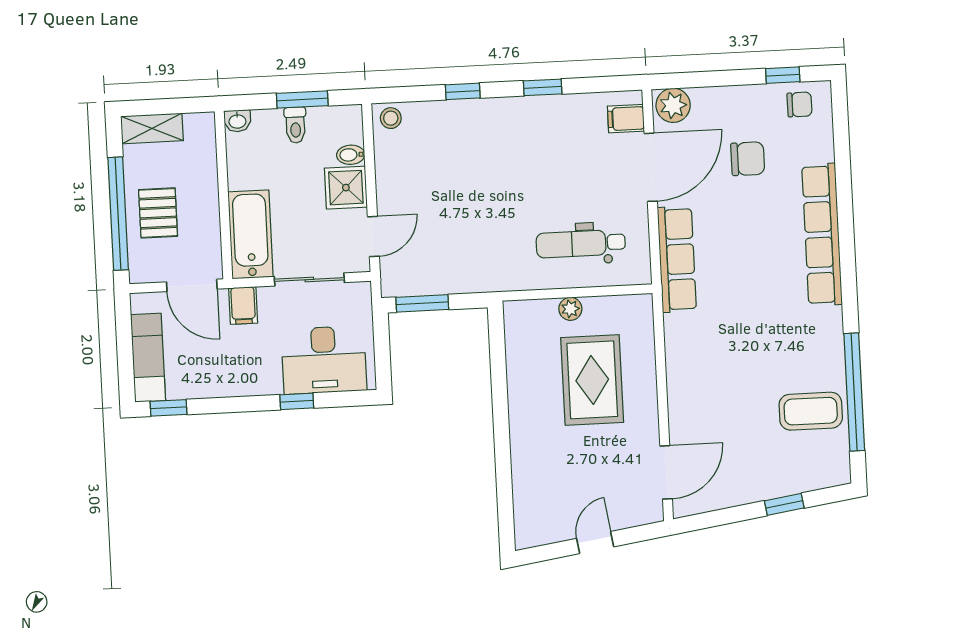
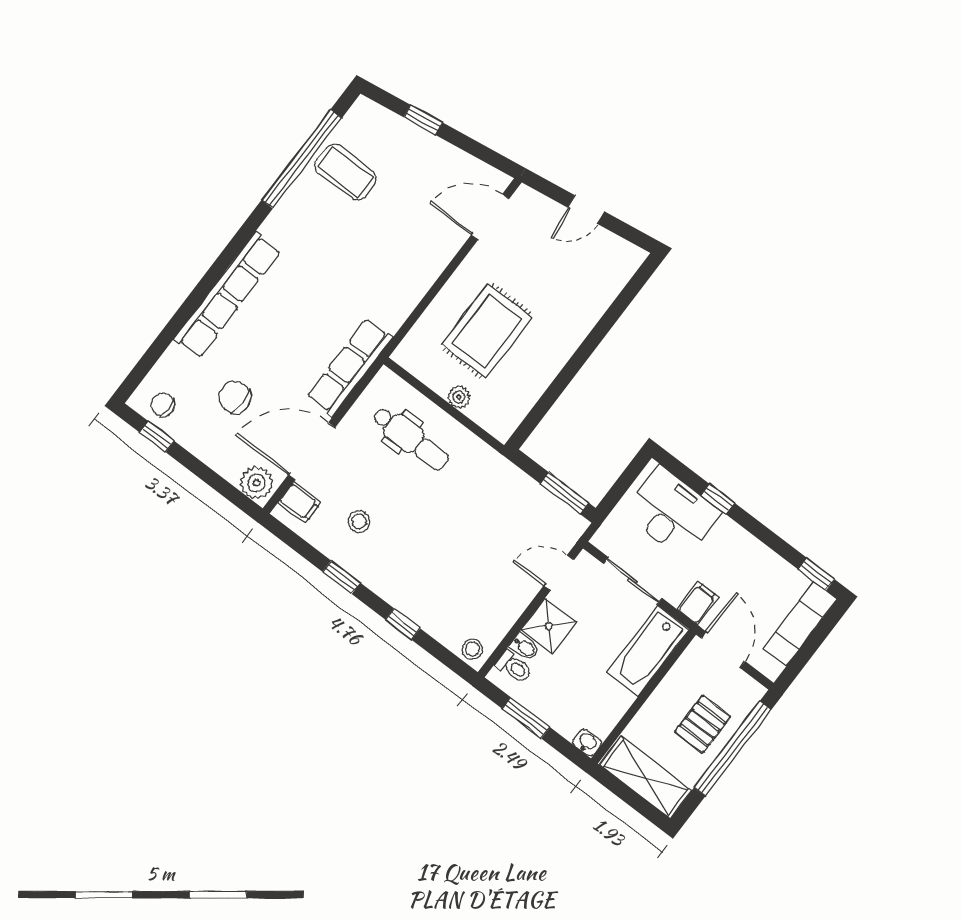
toilet: (295, 125) -> (514, 667), moved, turned 90
shelving: (152, 128) -> (646, 778), width x1.50, depth x1.33
stool: (566, 143) -> (359, 522), added

